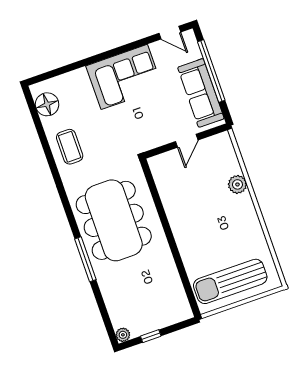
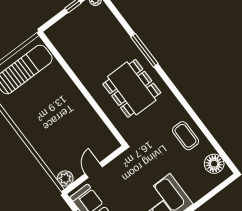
plant: (237, 184) -> (65, 178), moved
dining table: (114, 220) -> (132, 88), width x0.73, depth x0.80

